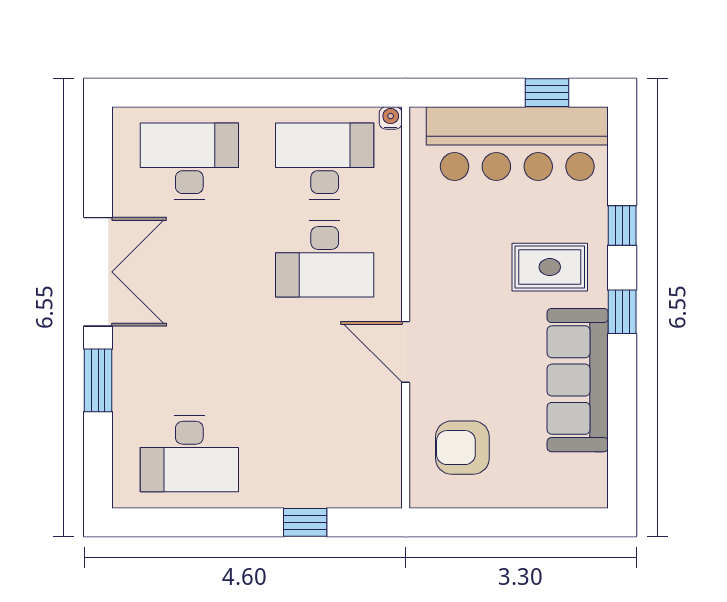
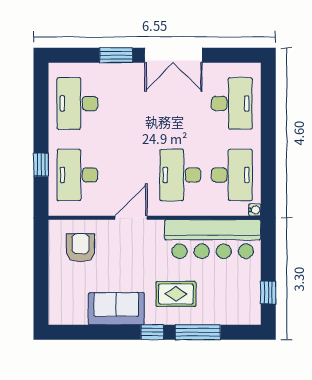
bar counter: (517, 144) -> (213, 239), moved, turned -90
window: (622, 226) -> (198, 332), width x2.17
rug: (550, 267) -> (176, 294), turned 90
sofa: (578, 380) -> (116, 309), width x0.73
desk: (325, 454) -> (77, 175), added

